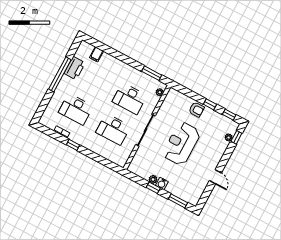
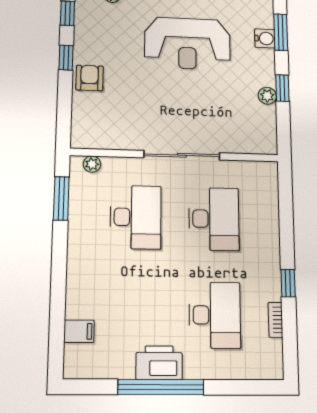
printer: (75, 68) -> (159, 363), moved
reception desk: (182, 144) -> (187, 43), moved
water cooler: (162, 184) -> (265, 38), moved

